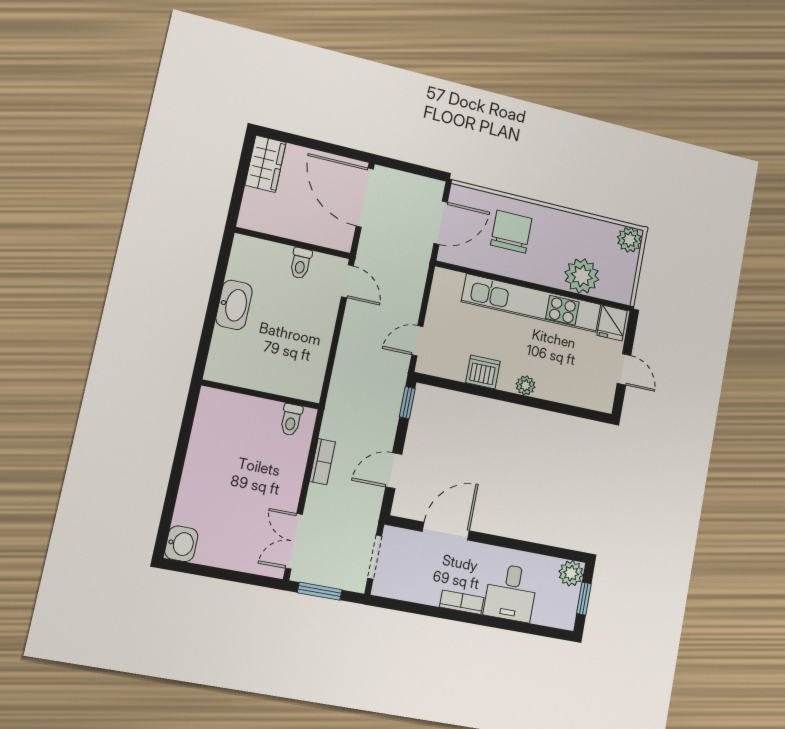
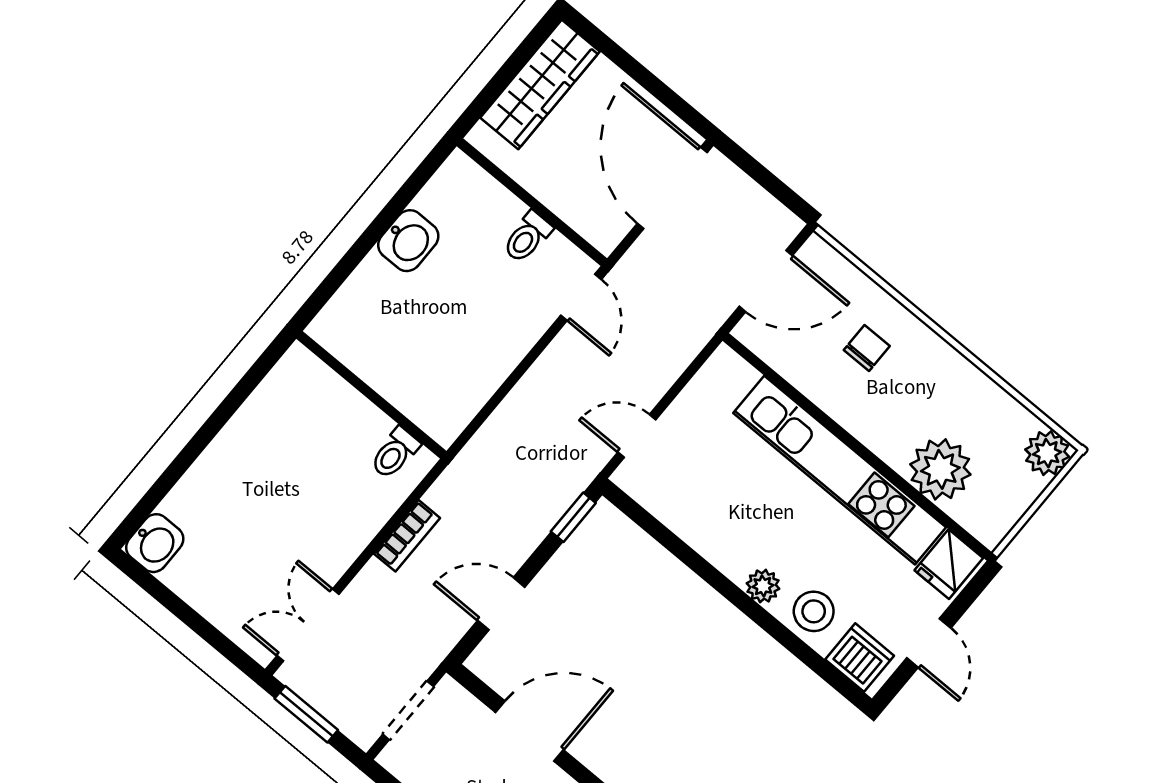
wardrobe: (266, 164) -> (540, 85), width x1.50
chair: (511, 232) -> (867, 348), width x0.54, depth x0.54
washbasin: (234, 305) -> (408, 241), width x0.72
dishwasher: (483, 372) -> (860, 658), moved
stool: (558, 385) -> (814, 611), added

